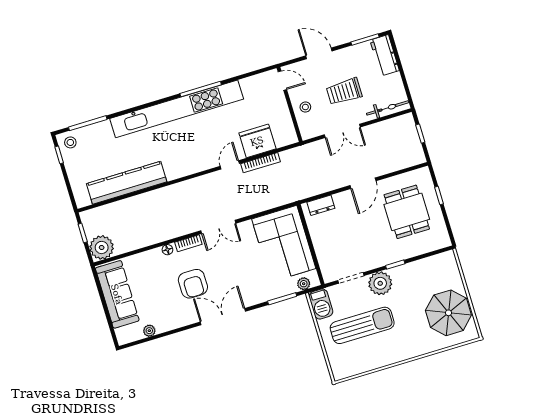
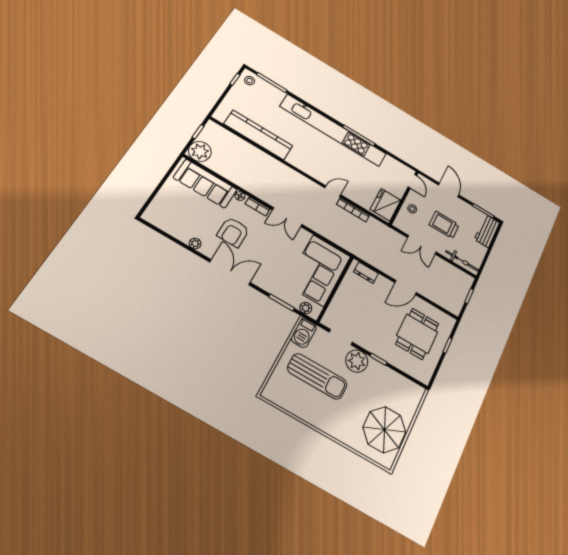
fridge: (257, 141) -> (385, 205), moved, turned -90
sofa: (117, 294) -> (205, 184), moved, turned 90
plant: (149, 331) -> (195, 243), moved

